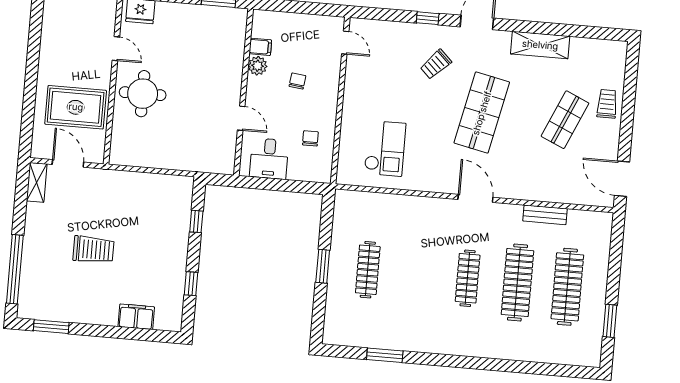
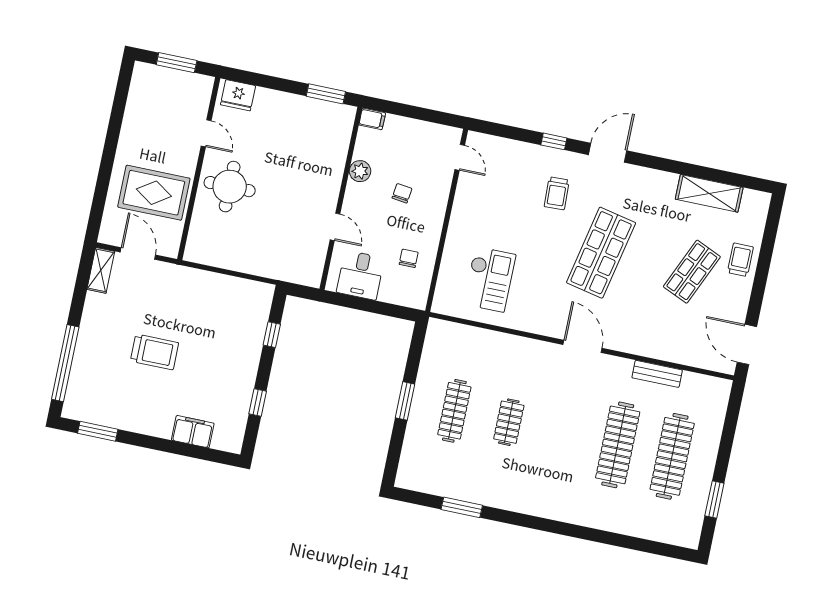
shelving: (540, 45) -> (709, 193), moved
filing cabinet: (260, 47) -> (372, 119), moved
trolley: (436, 64) -> (557, 193), turned -46
clothes rail: (468, 278) -> (509, 422), moved, width x0.73

